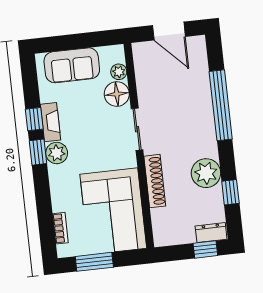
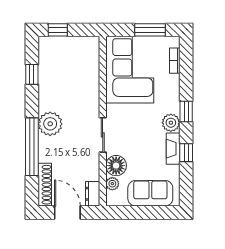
window: (38, 152) -> (186, 111), moved
plant: (206, 173) -> (50, 124), moved
shoe rack: (155, 181) -> (45, 185), moved, turned 180
dresser: (211, 233) -> (93, 194), moved, turned 90

